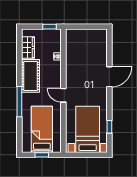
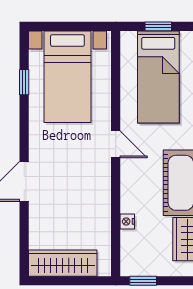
wardrobe: (90, 35) -> (63, 263), added

